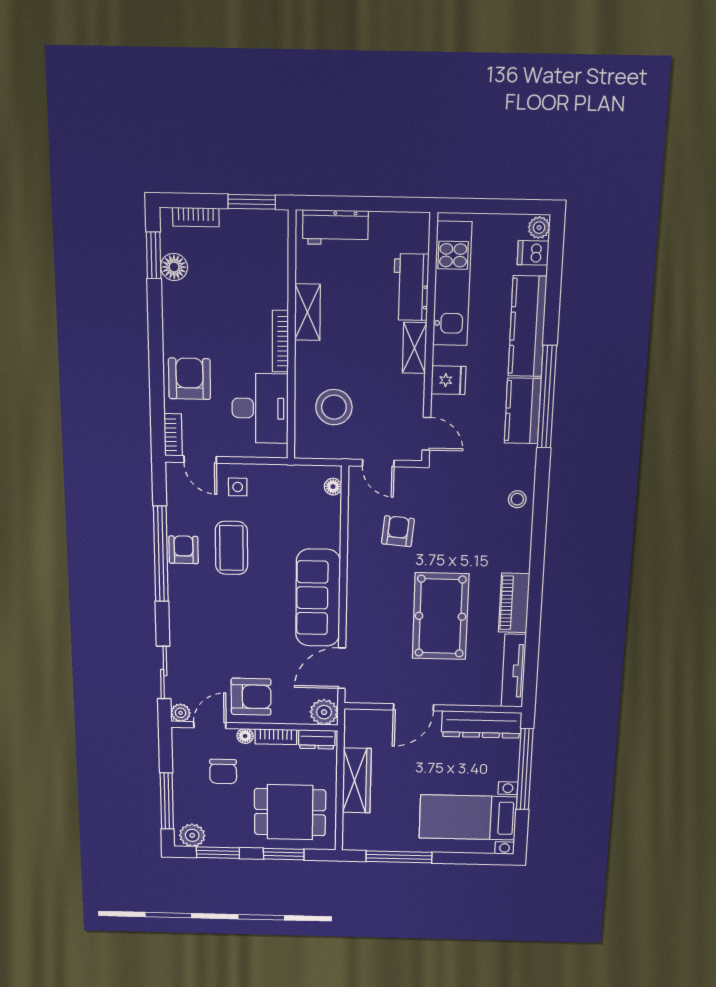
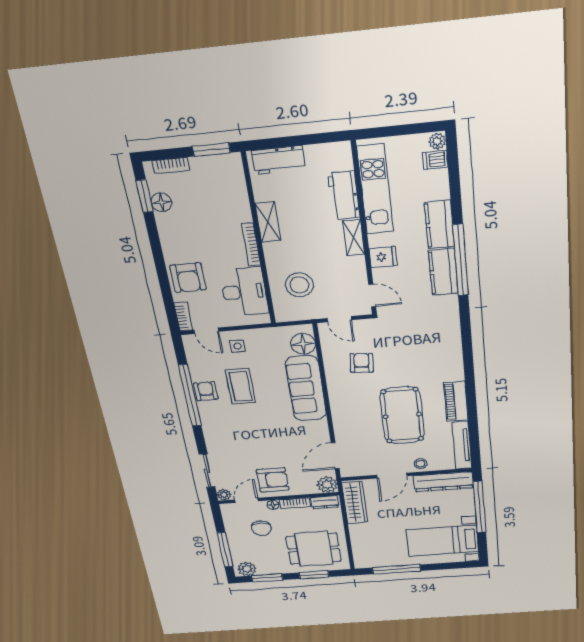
kitchen counter: (527, 326) -> (439, 225), width x0.67
armchair: (190, 379) -> (188, 278), turned 180
floor lamp: (333, 487) -> (303, 344), width x1.89, depth x1.89
stool: (517, 499) -> (421, 464), moved
sofa: (318, 598) -> (306, 388), moved
wardrobe: (357, 781) -> (355, 502), moved

